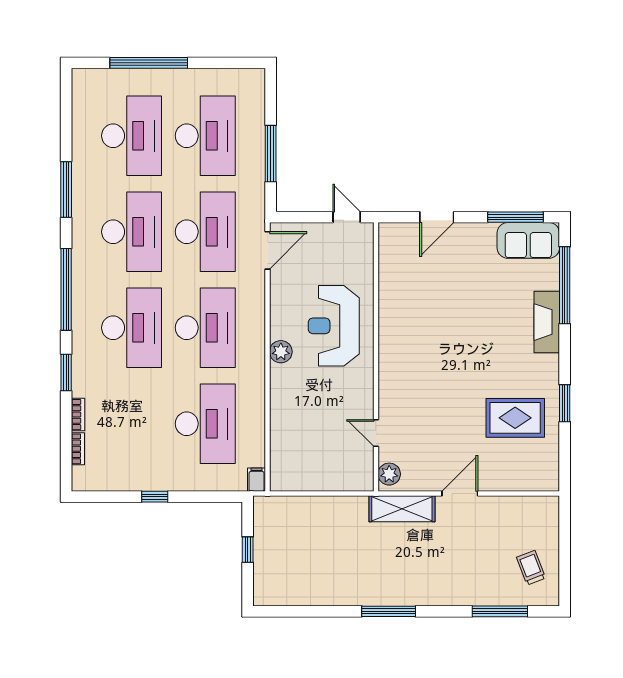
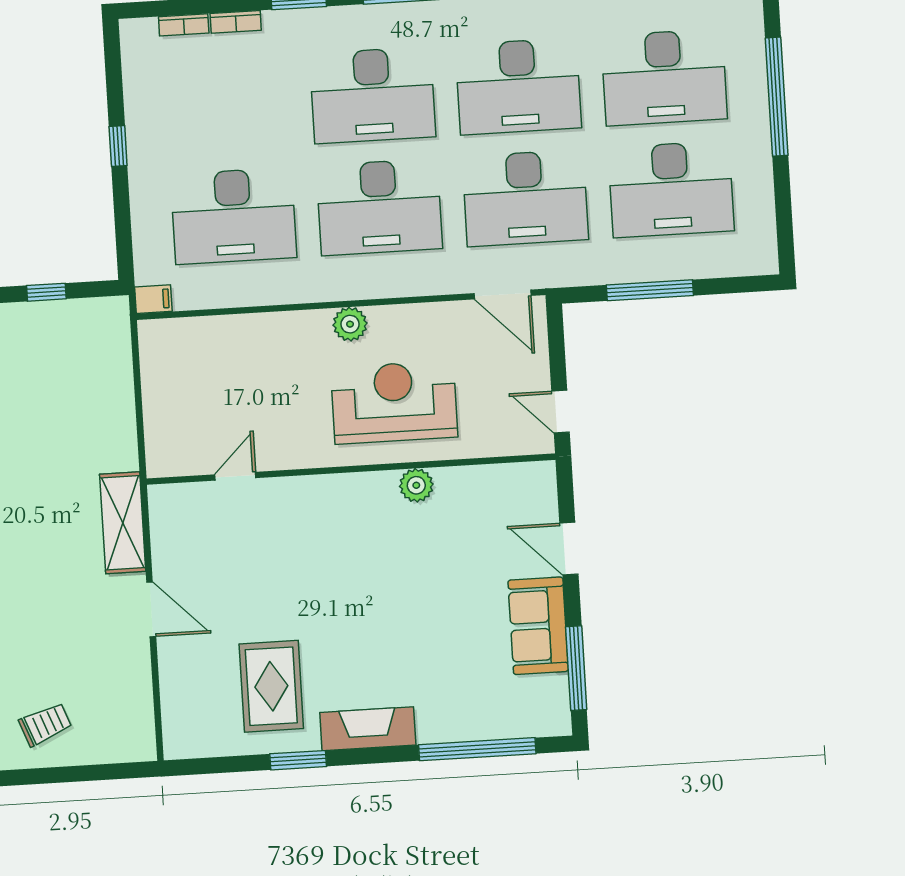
door: (347, 217) -> (561, 412), swing flipped
sofa: (528, 240) -> (538, 626), moved
fireplace: (547, 322) -> (368, 729), moved
plant: (389, 474) -> (416, 485), moved

